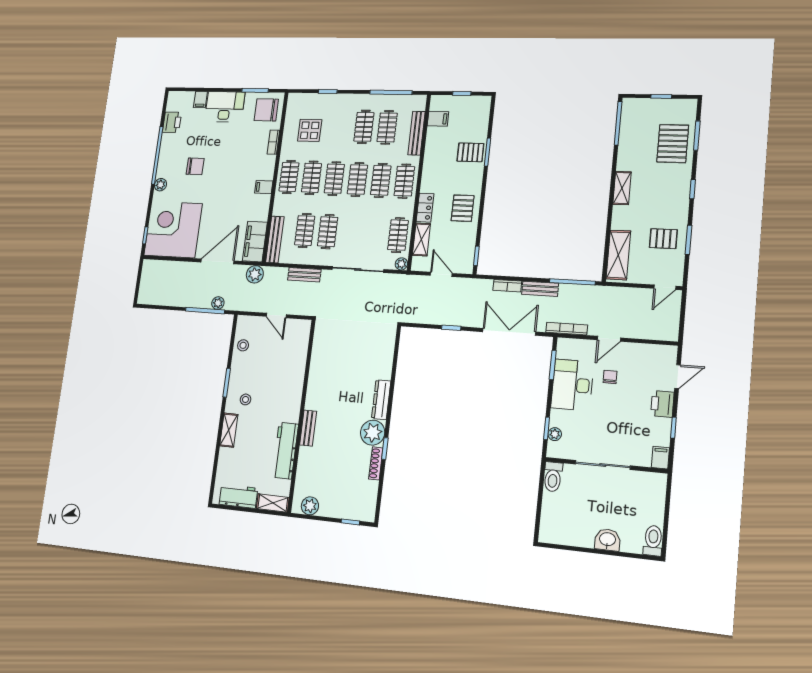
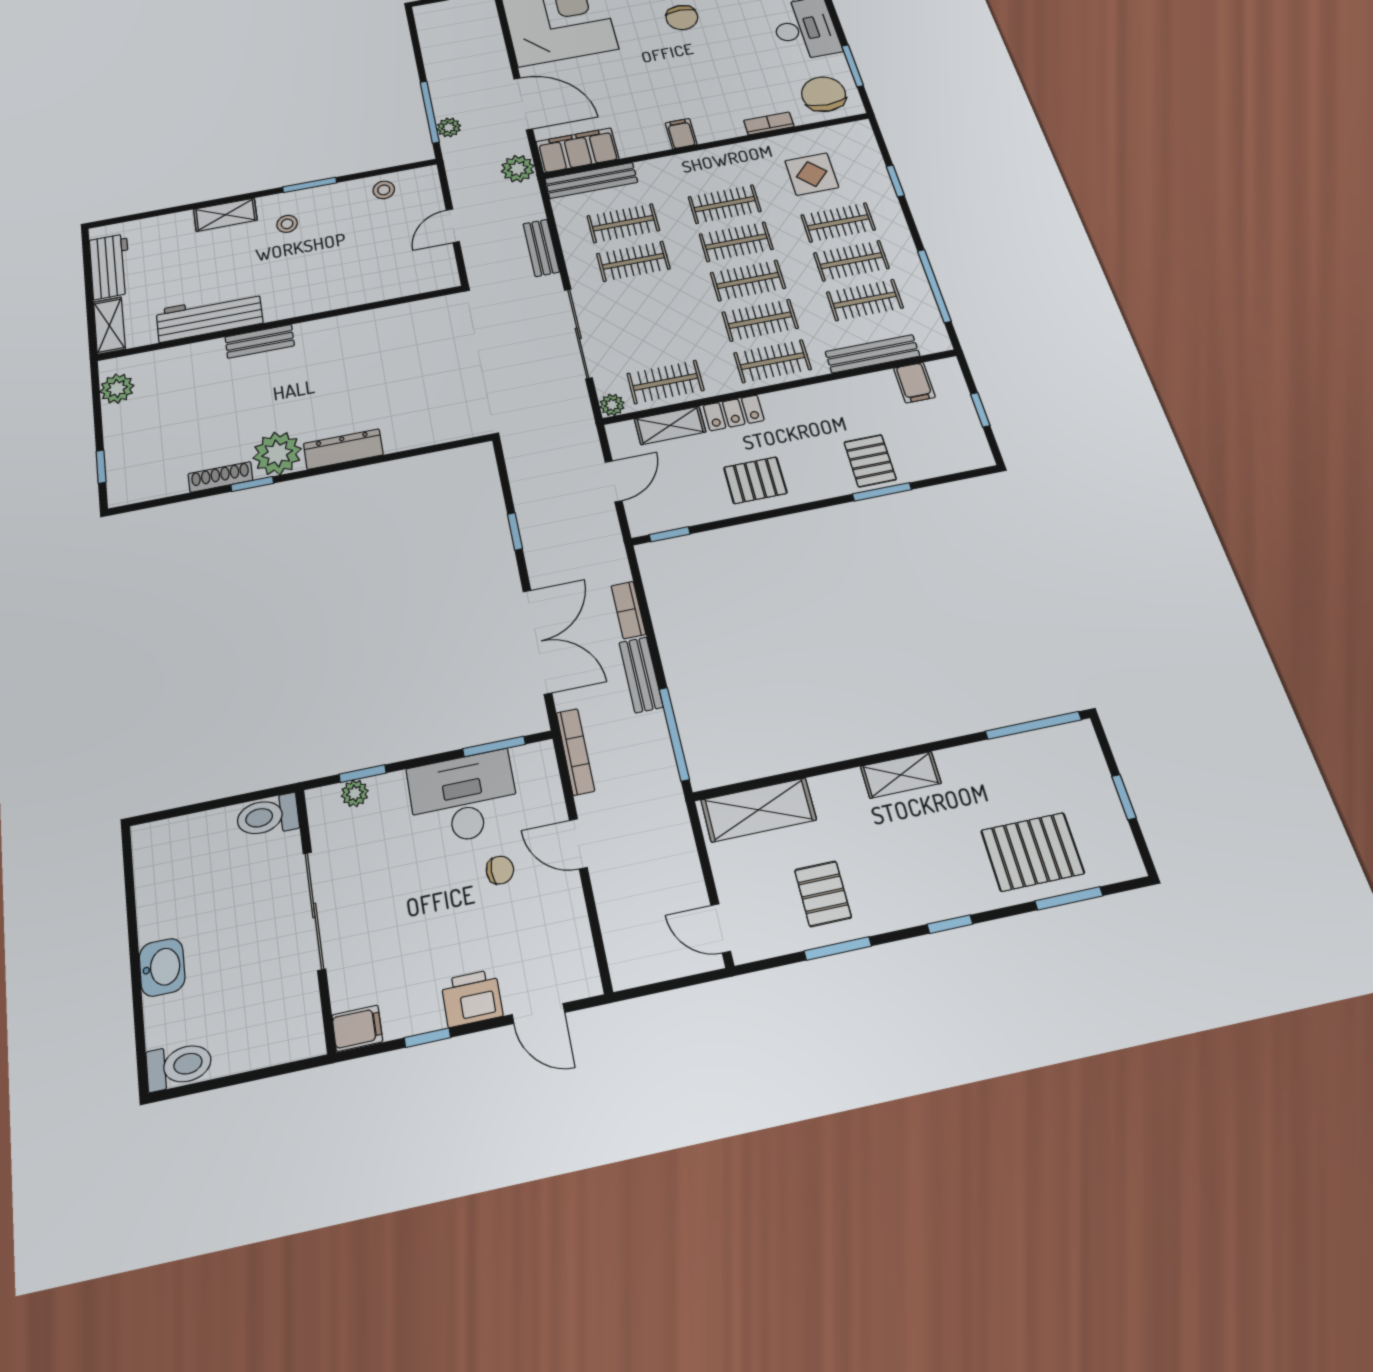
clothes rail: (289, 177) -> (838, 222), moved

